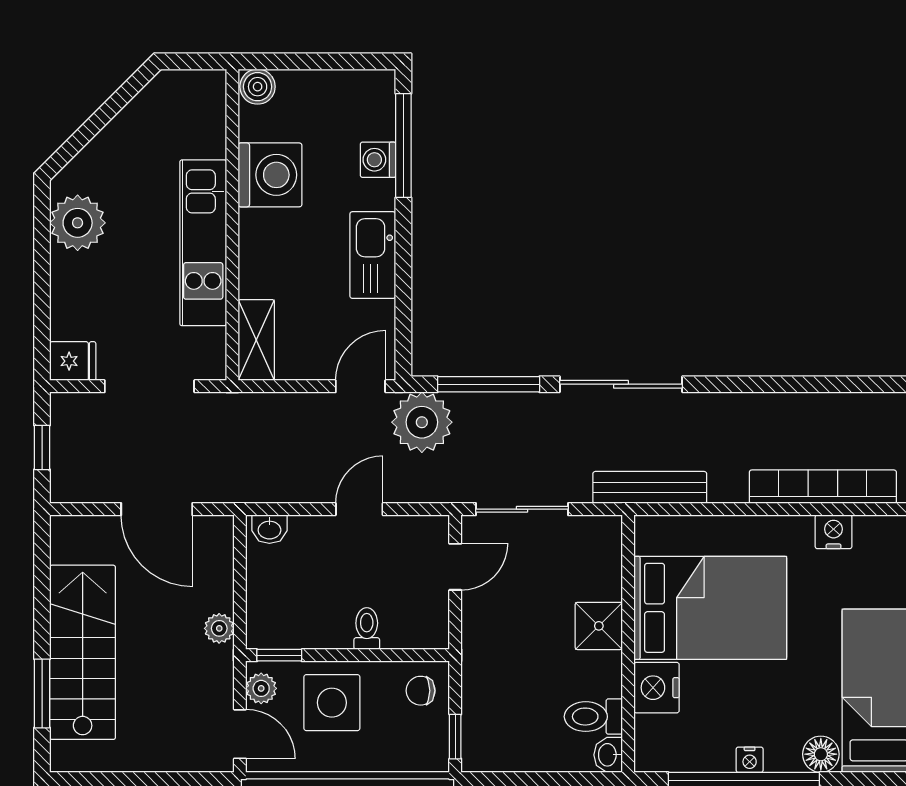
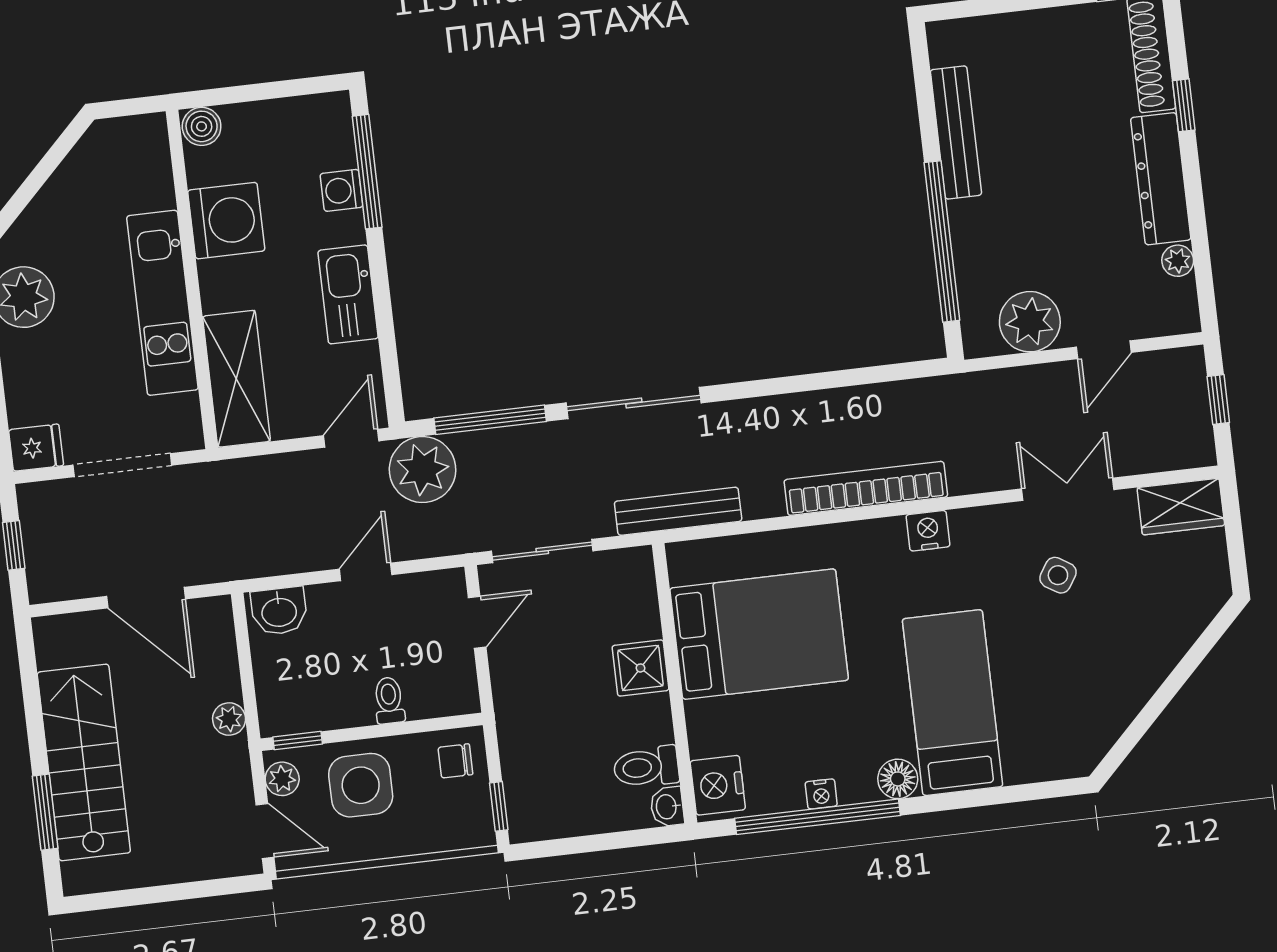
shelving: (256, 340) -> (236, 379), width x1.50, depth x1.33
washbasin: (269, 529) -> (279, 611), width x1.38, depth x1.45
nightstand: (834, 532) -> (928, 531), moved
nightstand: (657, 688) -> (718, 785), moved

